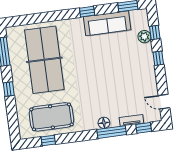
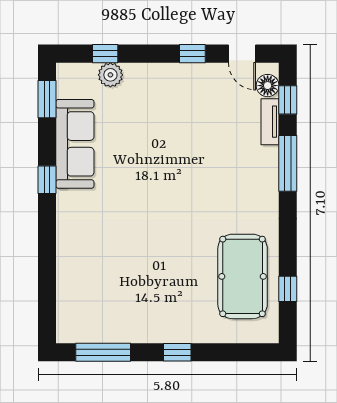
window: (158, 58) -> (192, 54), moved
table tennis table: (44, 60) -> (130, 275), removed
door: (164, 102) -> (242, 54), hinge flipped
floor lamp: (104, 123) -> (268, 86), moved

